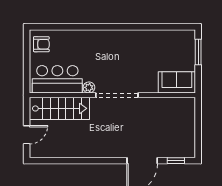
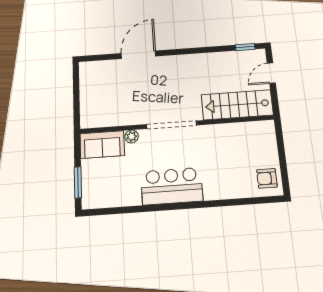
bar counter: (57, 79) -> (172, 186), moved, turned 180
plant: (89, 87) -> (132, 136), moved
window: (176, 161) -> (245, 47), moved

